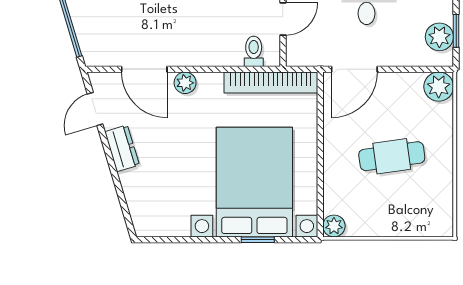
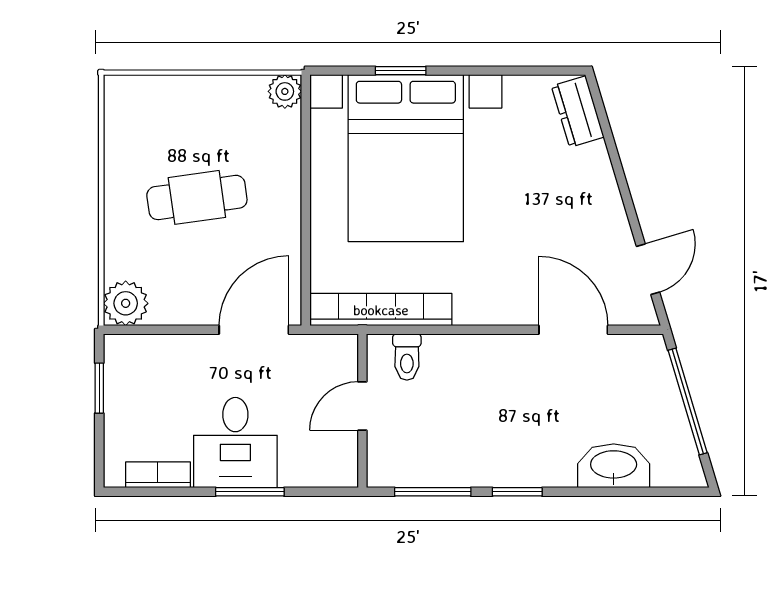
plant: (439, 37) -> (125, 379), removed
plant: (185, 83) -> (511, 309), removed
dresser: (122, 148) -> (578, 112), moved

